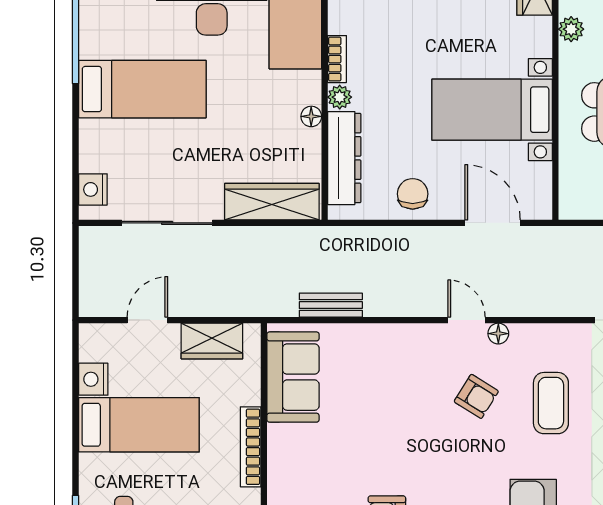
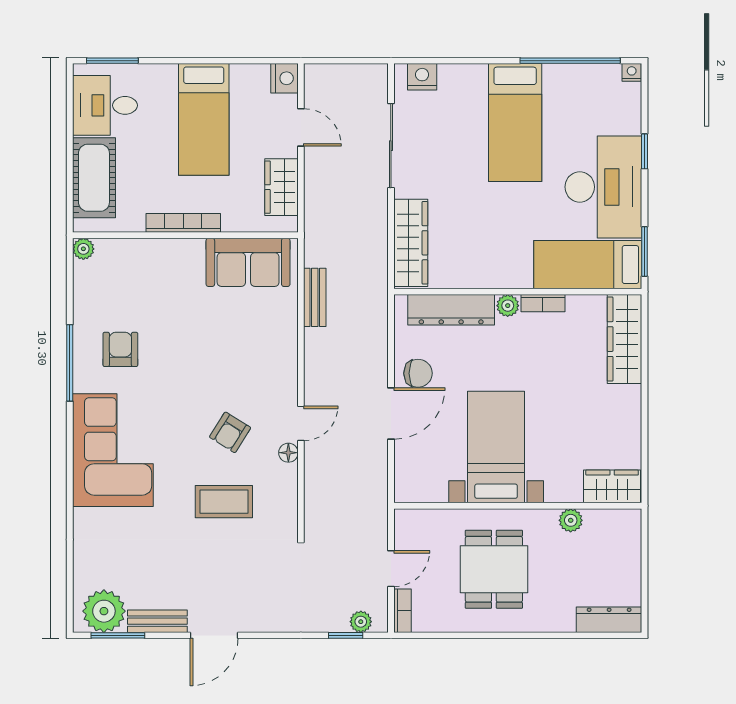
floor lamp: (311, 116) -> (490, 279), removed
door: (493, 223) -> (391, 413), moved
nightstand: (93, 379) -> (284, 78), moved, turned 90

